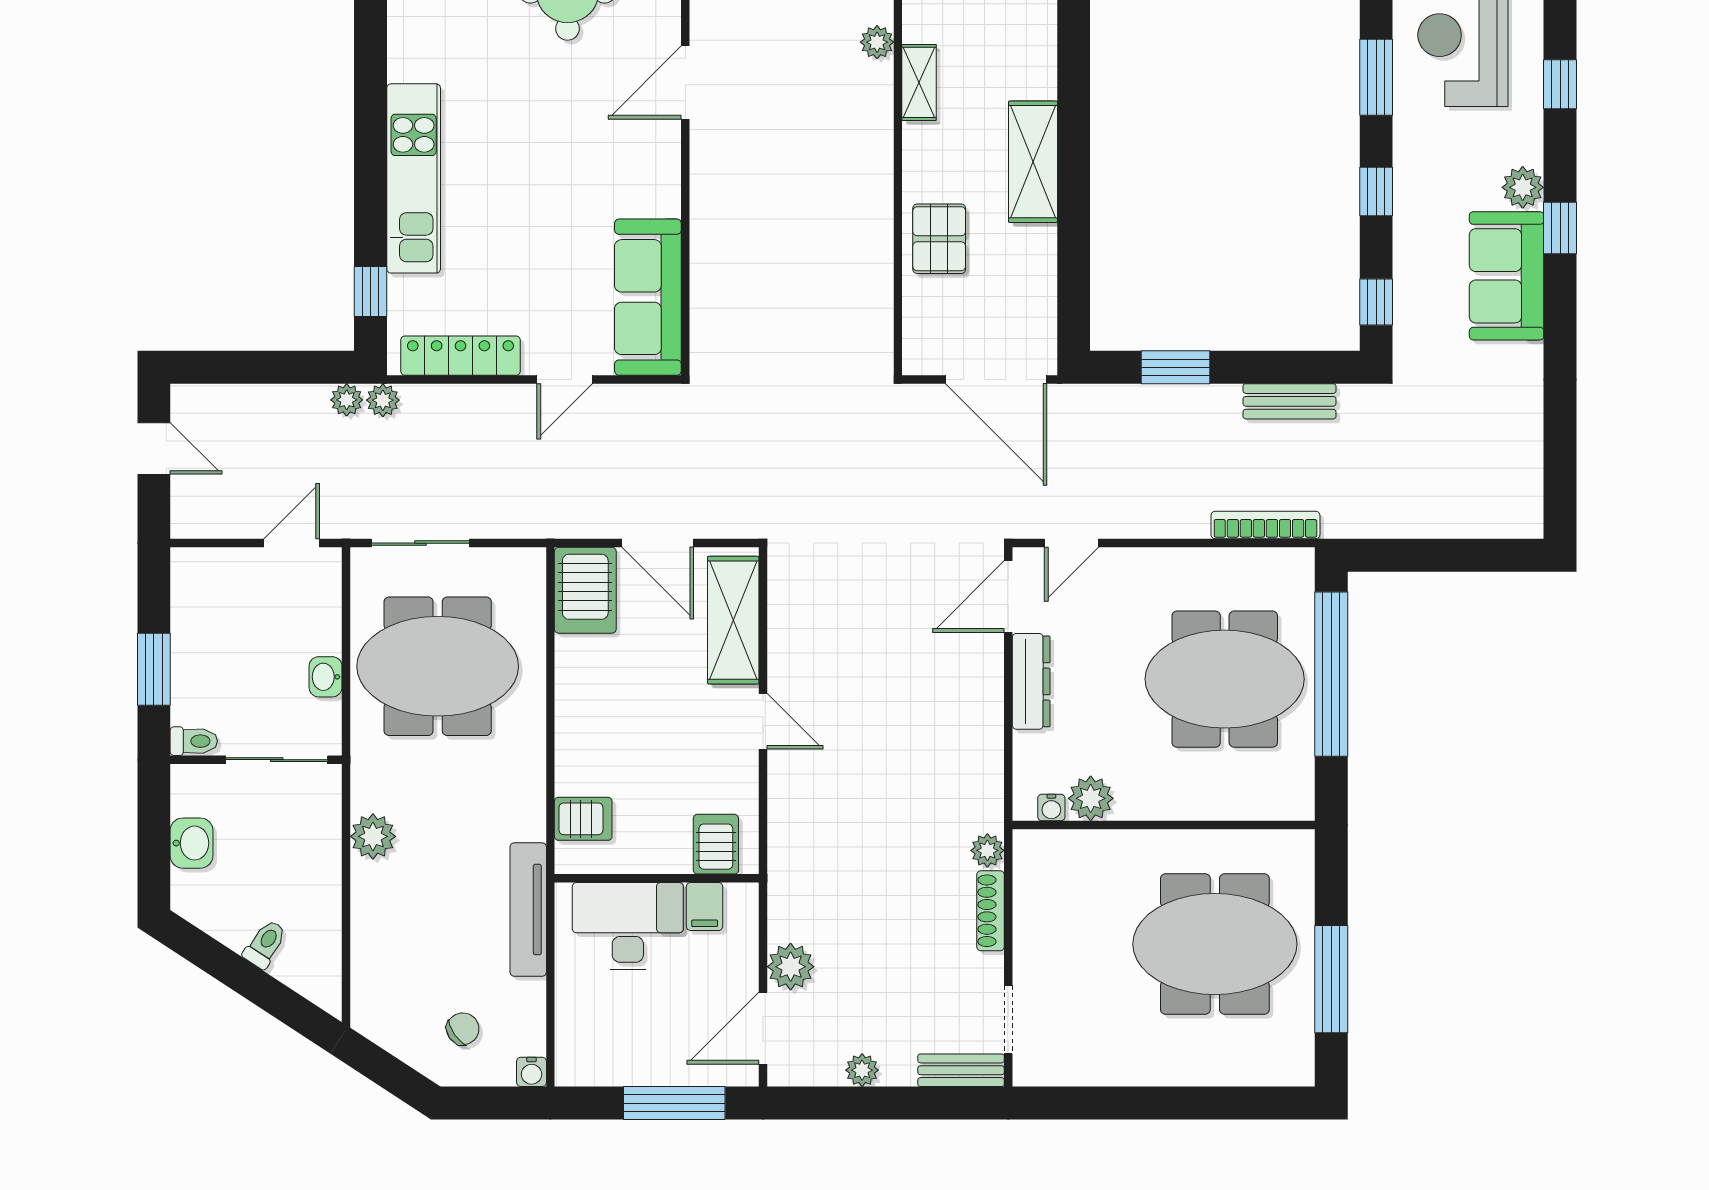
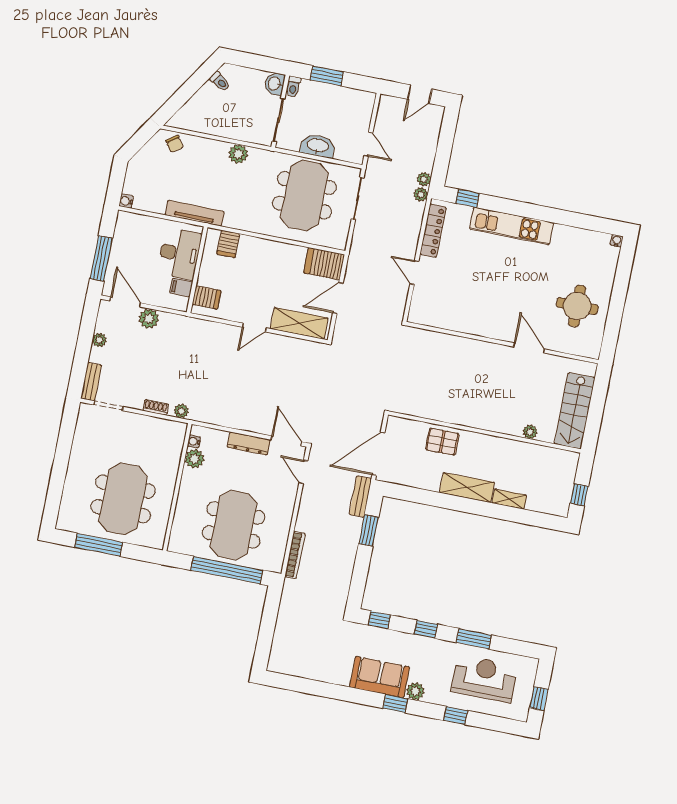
shelving: (919, 82) -> (509, 499), moved
sofa: (648, 297) -> (442, 314), removed
bench: (1289, 401) -> (360, 496), moved
washbasin: (326, 677) -> (318, 146), width x1.91, depth x1.45
washbasin: (192, 843) -> (275, 84), moved, turned 90
shoe rack: (990, 911) -> (156, 407), width x0.70
toilet: (265, 944) -> (220, 81), moved
chair: (463, 1029) -> (175, 144), moved

